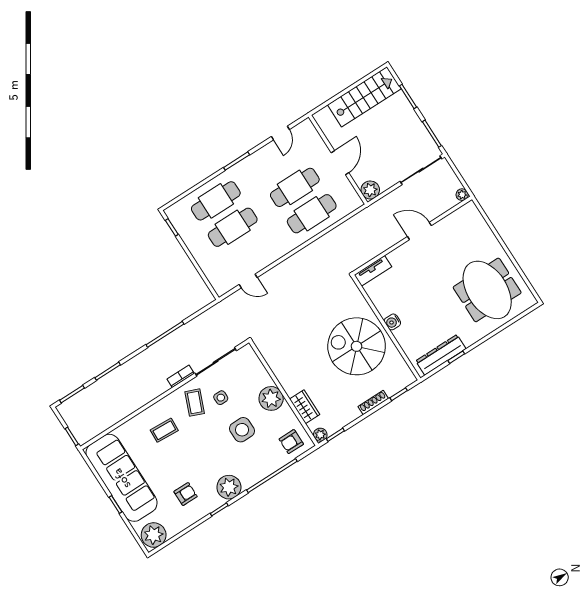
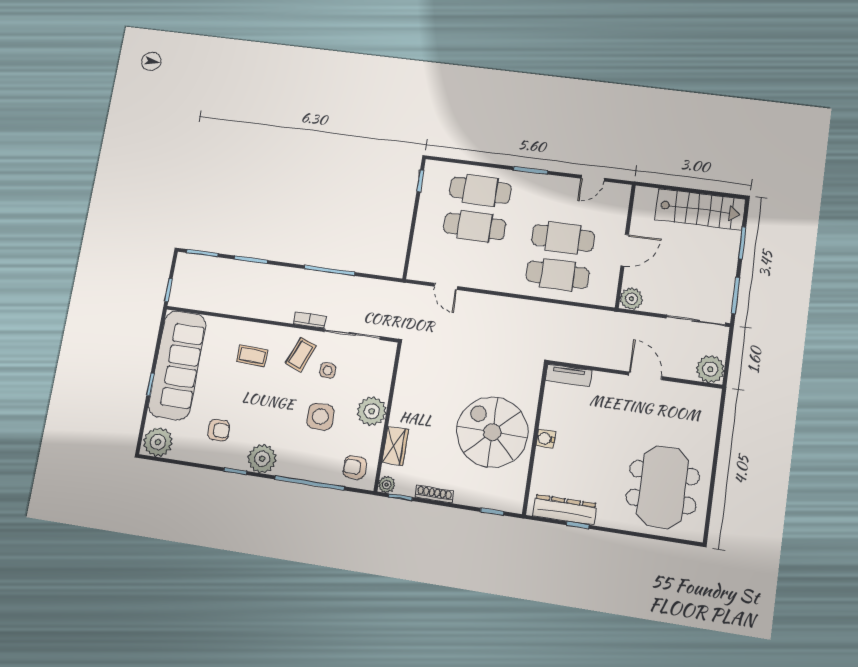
plant: (462, 195) -> (710, 369), width x1.87, depth x1.87
shoe rack: (373, 403) -> (434, 494), moved

